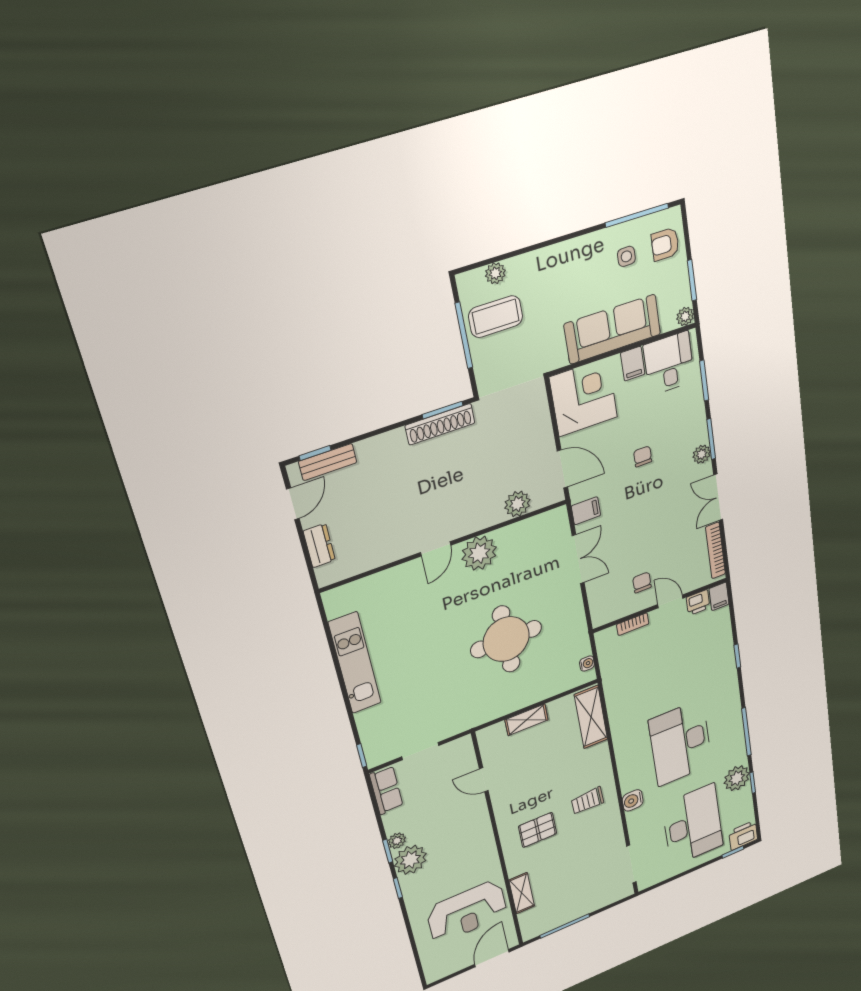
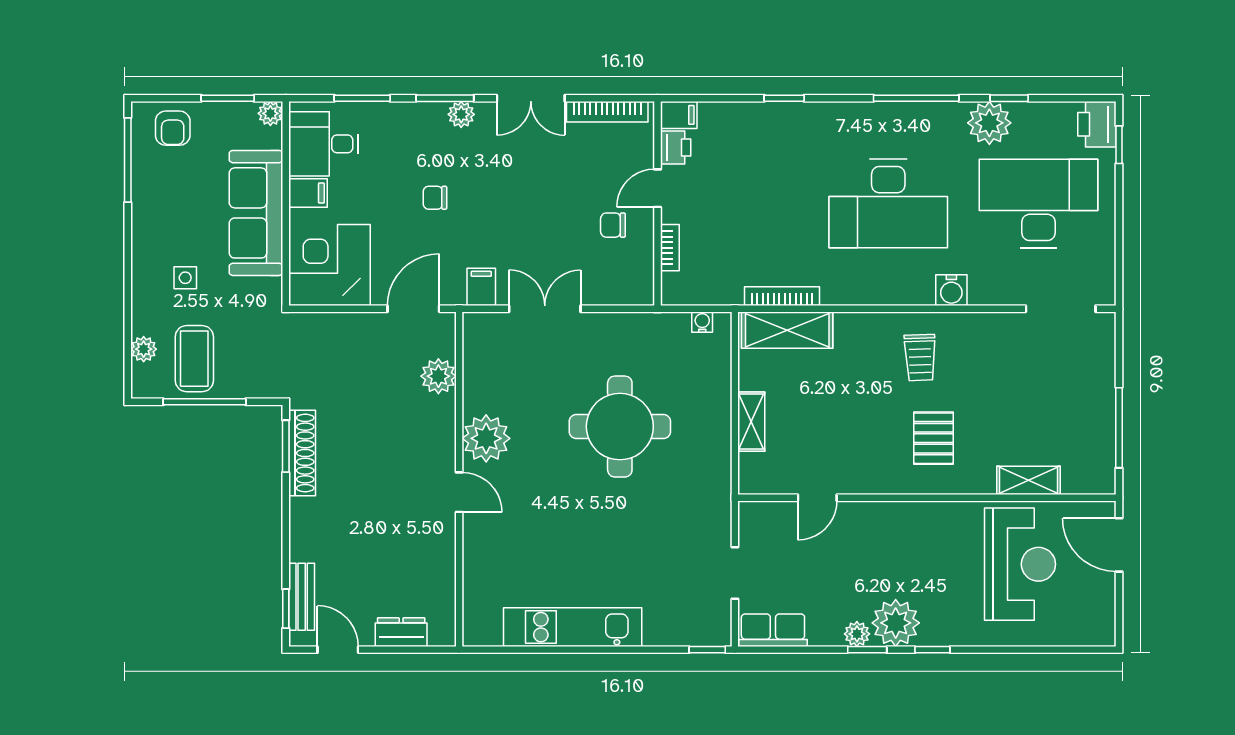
side table: (626, 256) -> (185, 278), moved
bookcase: (612, 705) -> (782, 296), added

